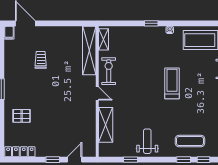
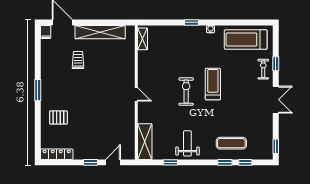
shelving: (89, 51) -> (100, 32), moved, turned 90
exercise bike: (109, 71) -> (186, 91), moved
shelving: (106, 125) -> (145, 142), moved

